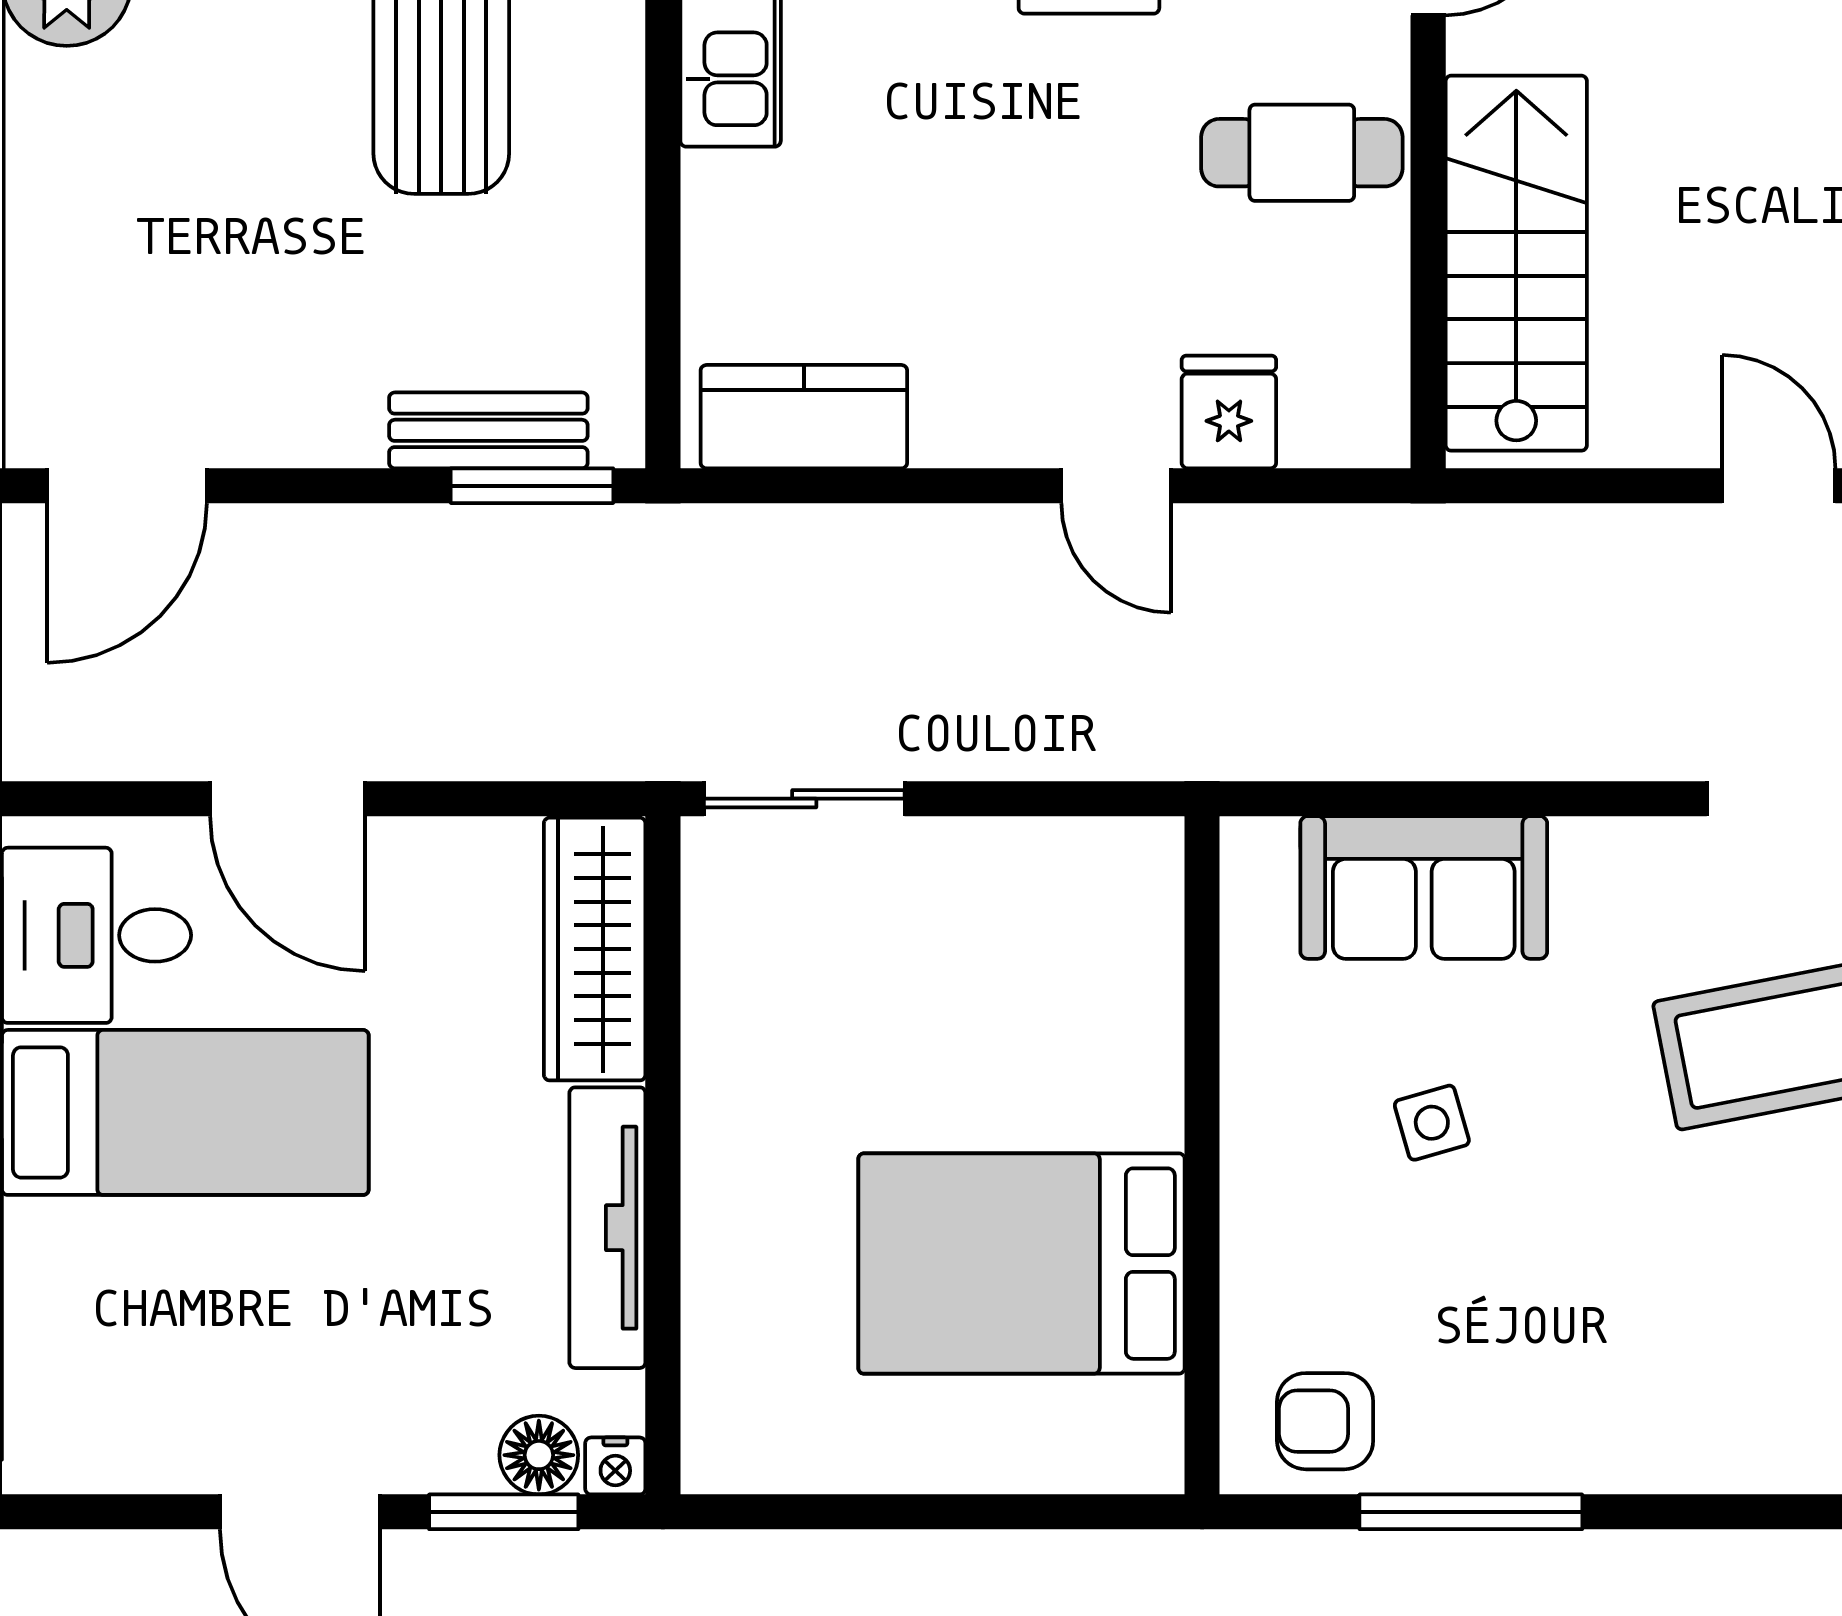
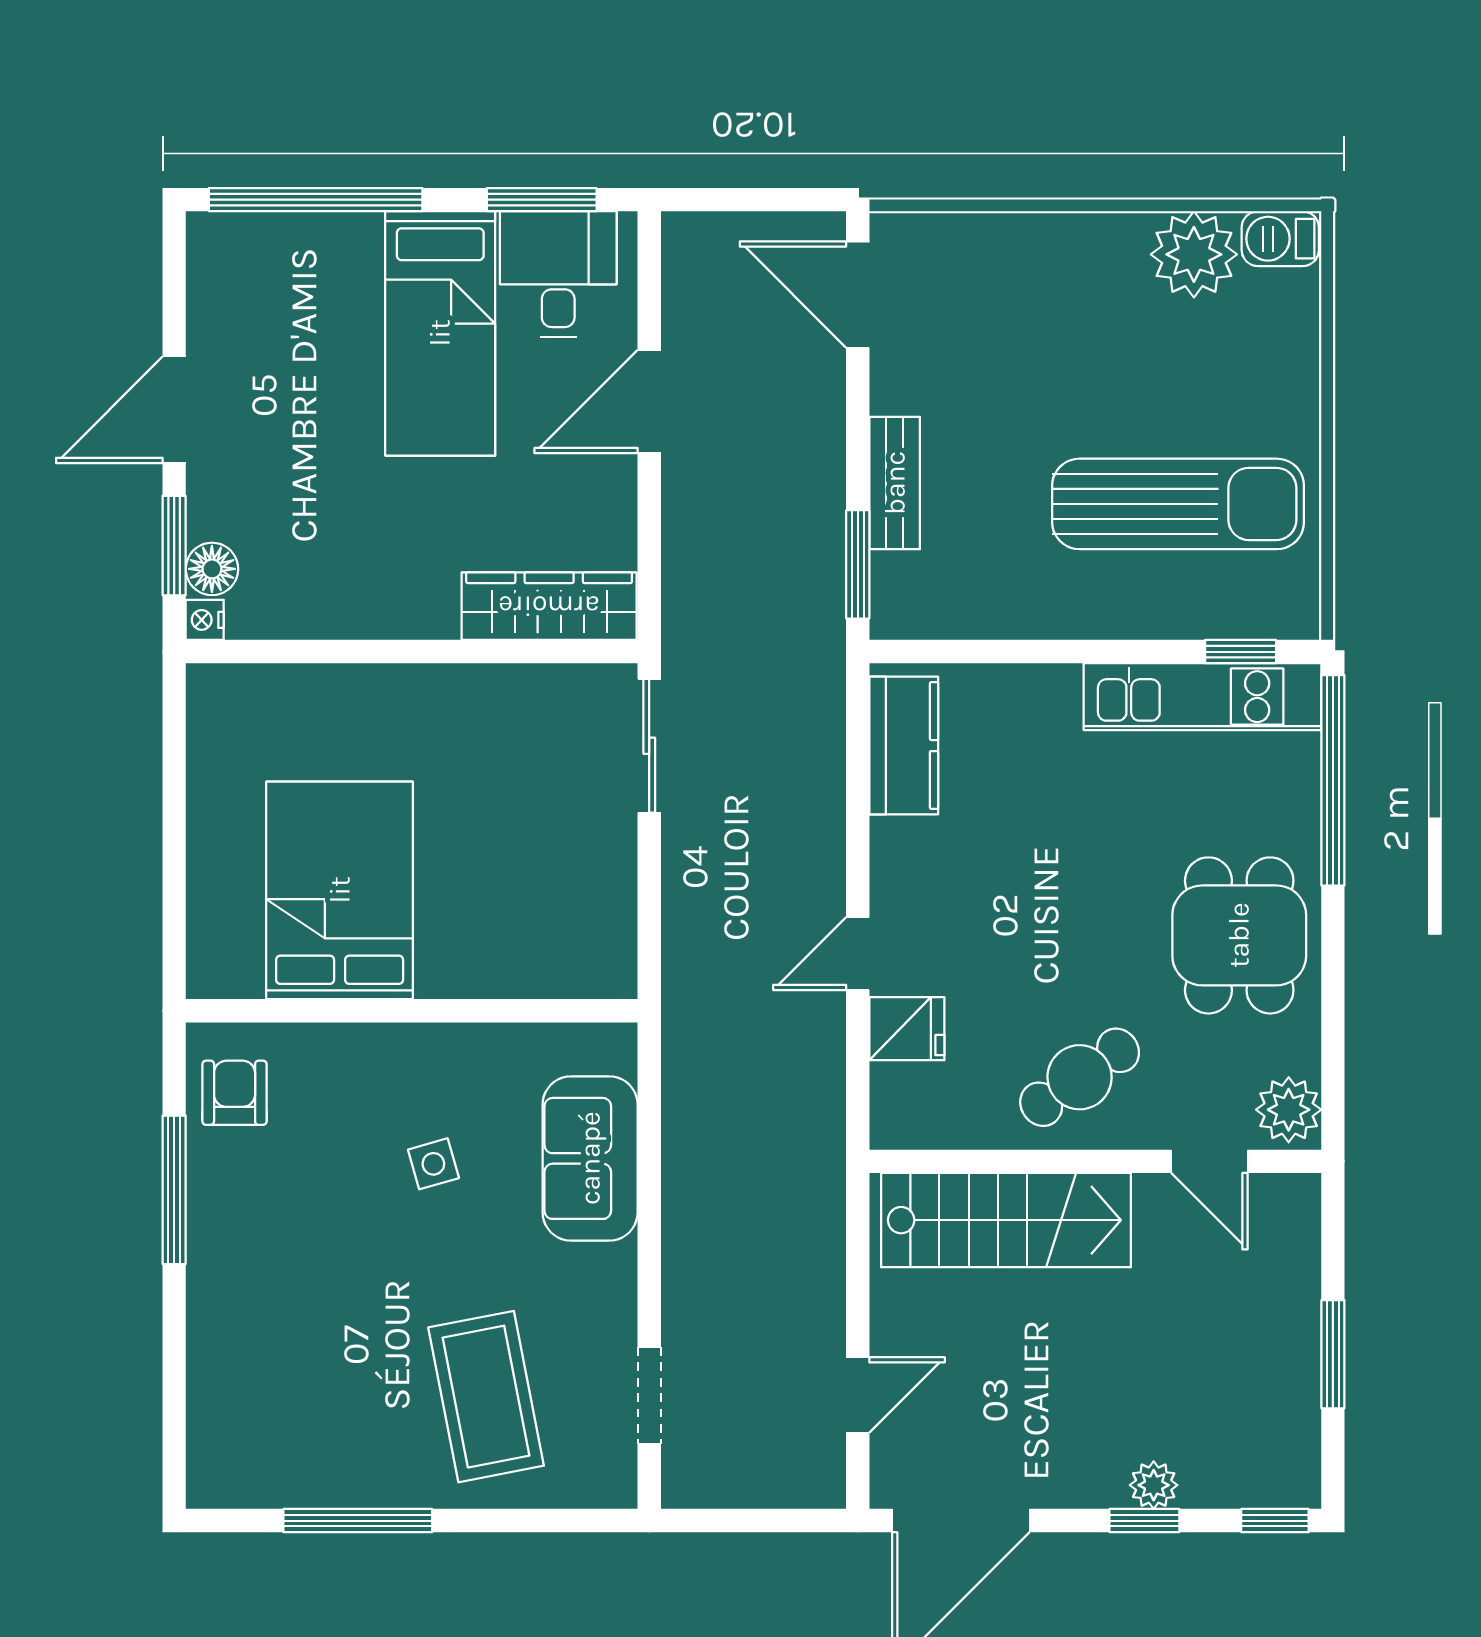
cafe table: (1302, 153) -> (1080, 1077), turned 55
bench: (488, 430) -> (895, 483), moved
tv unit: (607, 1228) -> (363, 615), removed

